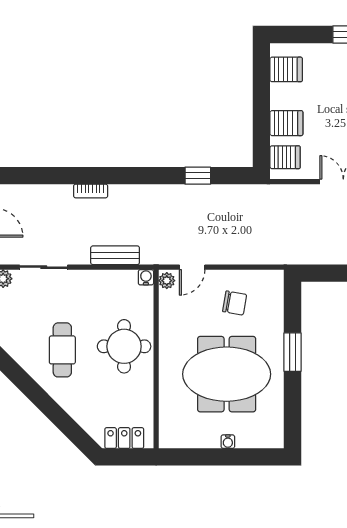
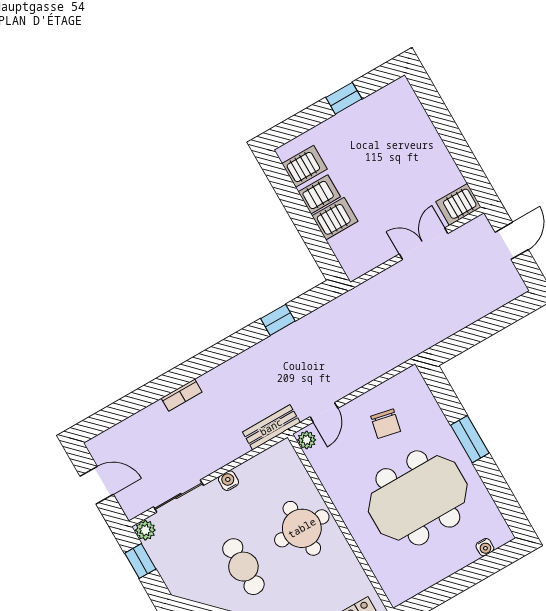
server rack: (285, 157) -> (319, 194), moved
bench: (115, 255) -> (271, 427), moved
water cooler: (146, 277) -> (228, 481), moved
chair: (235, 303) -> (386, 424), turned 92
water cooler: (228, 442) -> (485, 547), moved

